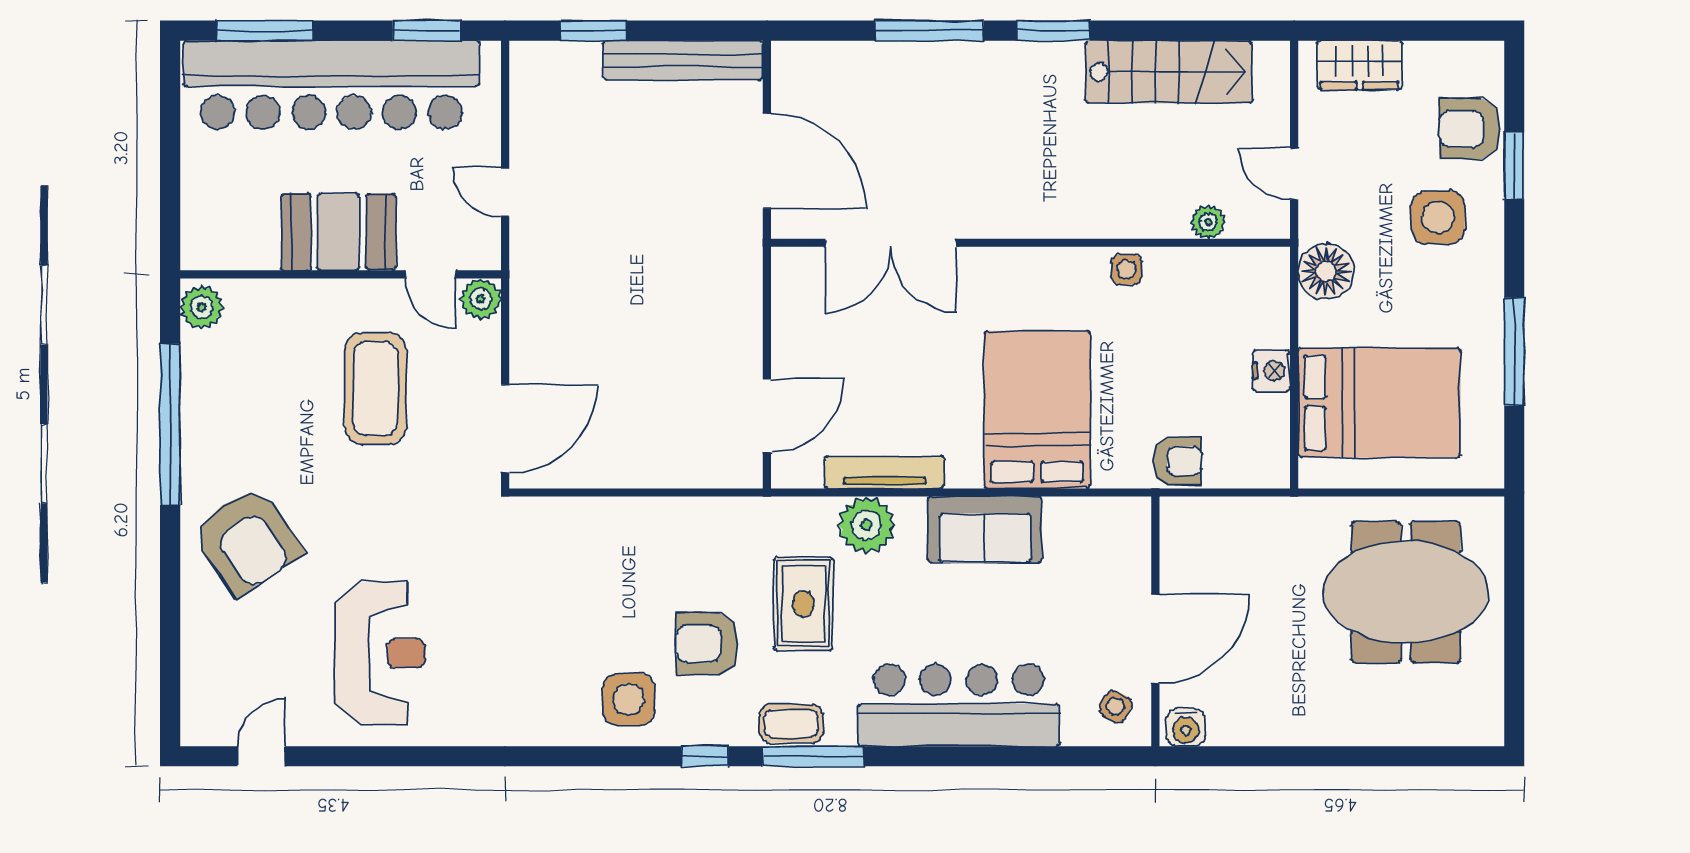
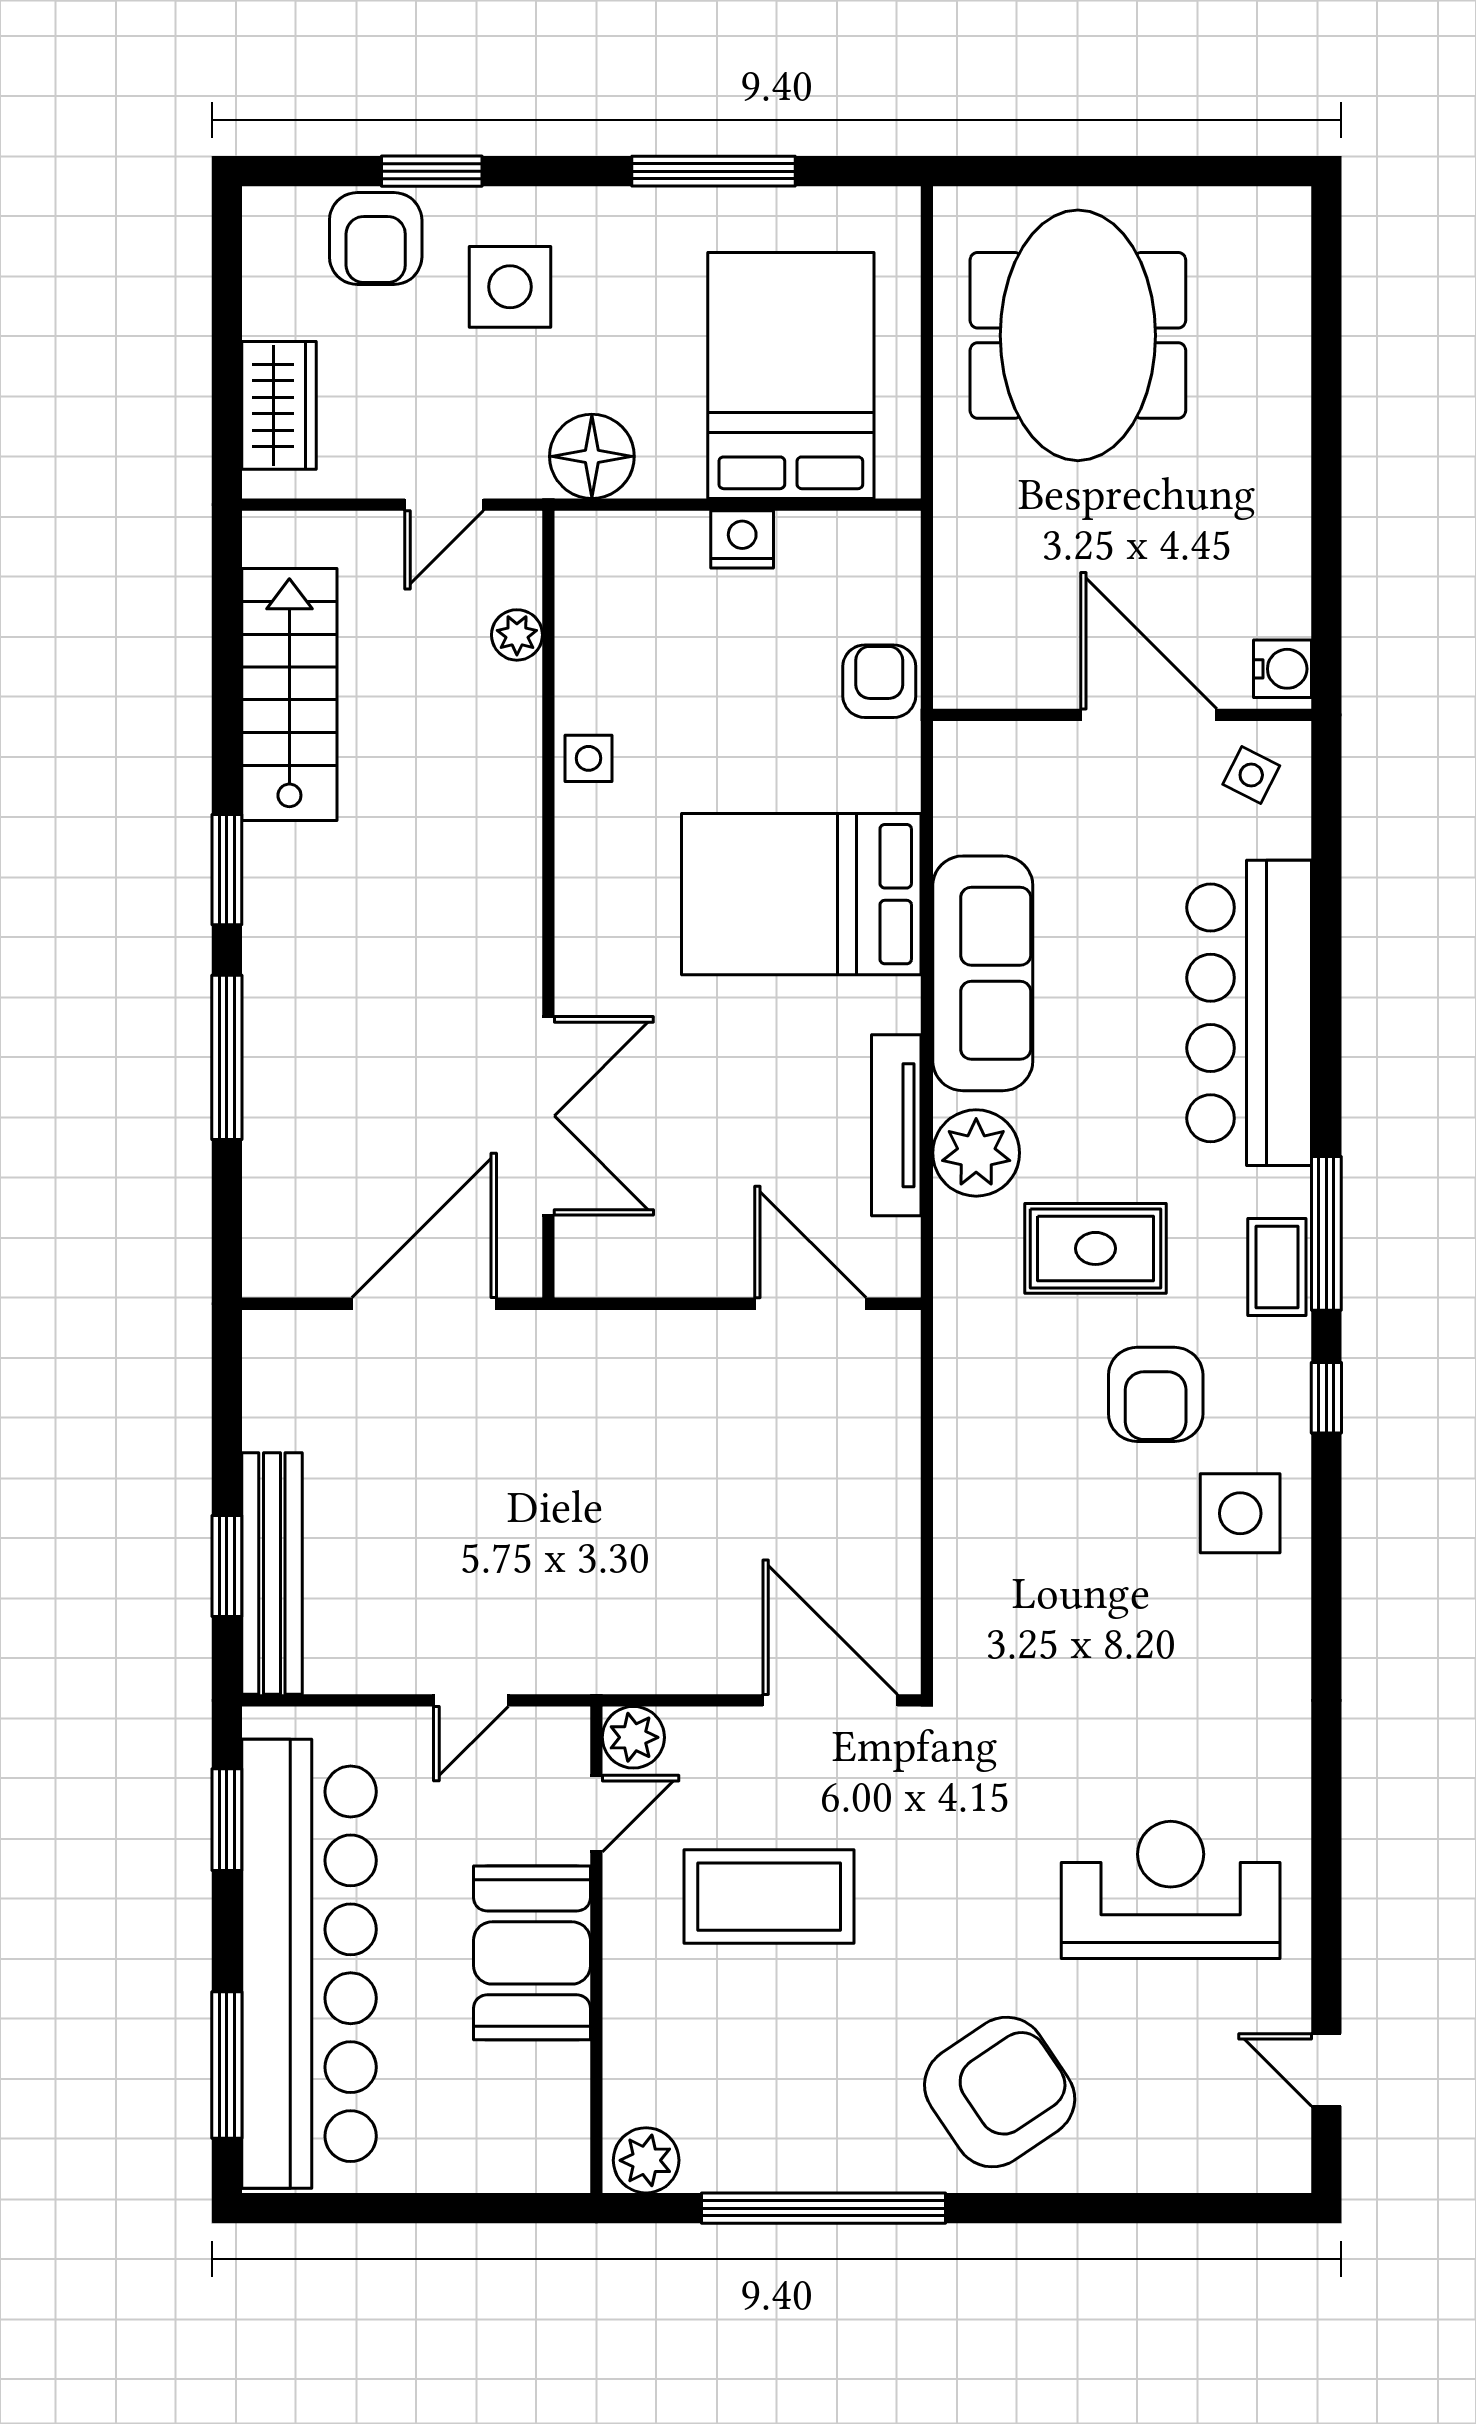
bench: (683, 60) -> (272, 1573), moved
sofa: (985, 529) -> (983, 973), width x1.36

